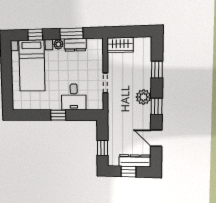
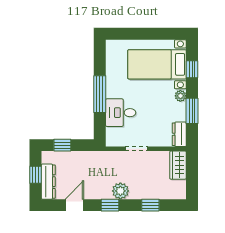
dresser: (75, 45) -> (179, 134), moved
window: (58, 115) -> (100, 94), width x2.17

